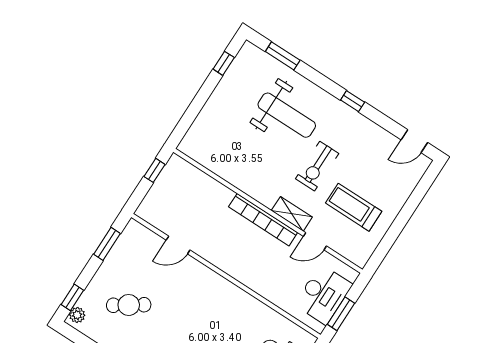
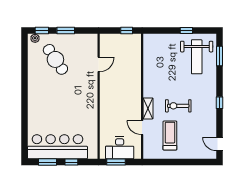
window: (224, 63) -> (186, 31), moved
weight bench: (287, 115) -> (197, 57), moved
bookcase: (263, 220) -> (137, 97), removed
window: (107, 244) -> (66, 31), moved
door: (178, 245) -> (99, 64), swing flipped
cafe table: (129, 305) -> (55, 59), width x1.37, depth x1.35

